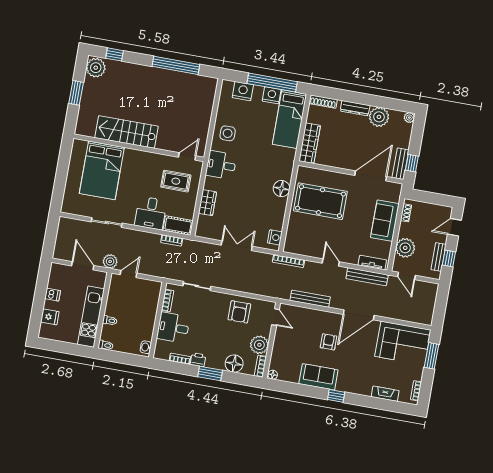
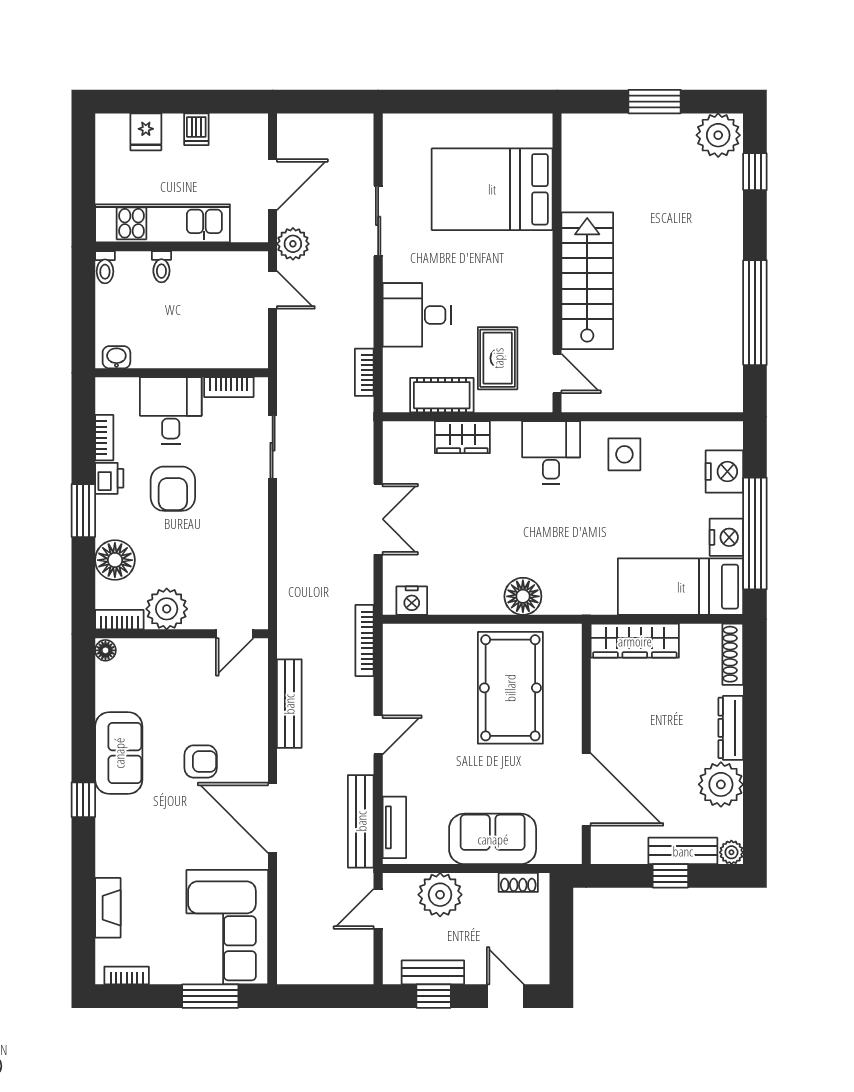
stairs: (127, 132) -> (587, 281), moved
window: (412, 163) -> (670, 876), moved
bench: (400, 164) -> (683, 851), moved
cot: (178, 226) -> (442, 395), moved, turned 90
armchair: (239, 312) -> (173, 489), moved, turned -90

